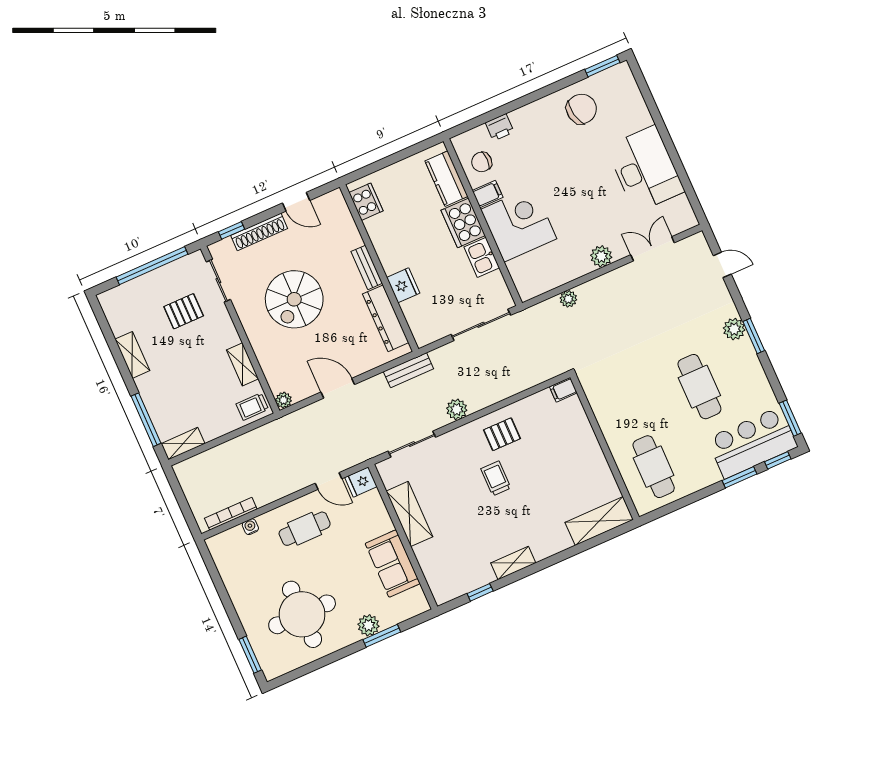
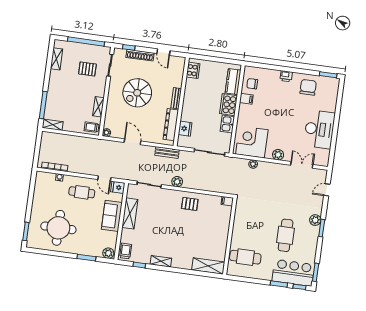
chair: (581, 109) -> (308, 87), turned -79
printer: (500, 127) -> (286, 76), moved
corner desk: (519, 224) -> (252, 142), moved, turned -90
door: (722, 265) -> (327, 190), swing flipped
fridge: (403, 285) -> (185, 129), moved
shelving: (132, 355) -> (56, 59), moved
cafe table: (654, 467) -> (245, 257), turned 90
trolley: (496, 478) -> (126, 251), moved
sofa: (393, 564) -> (112, 216), moved
plant: (369, 625) -> (108, 253), moved

